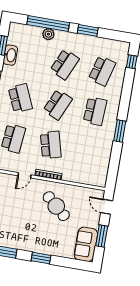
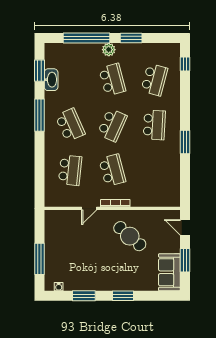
plant: (48, 34) -> (109, 50), moved
school desk: (65, 64) -> (112, 80), turned -39

